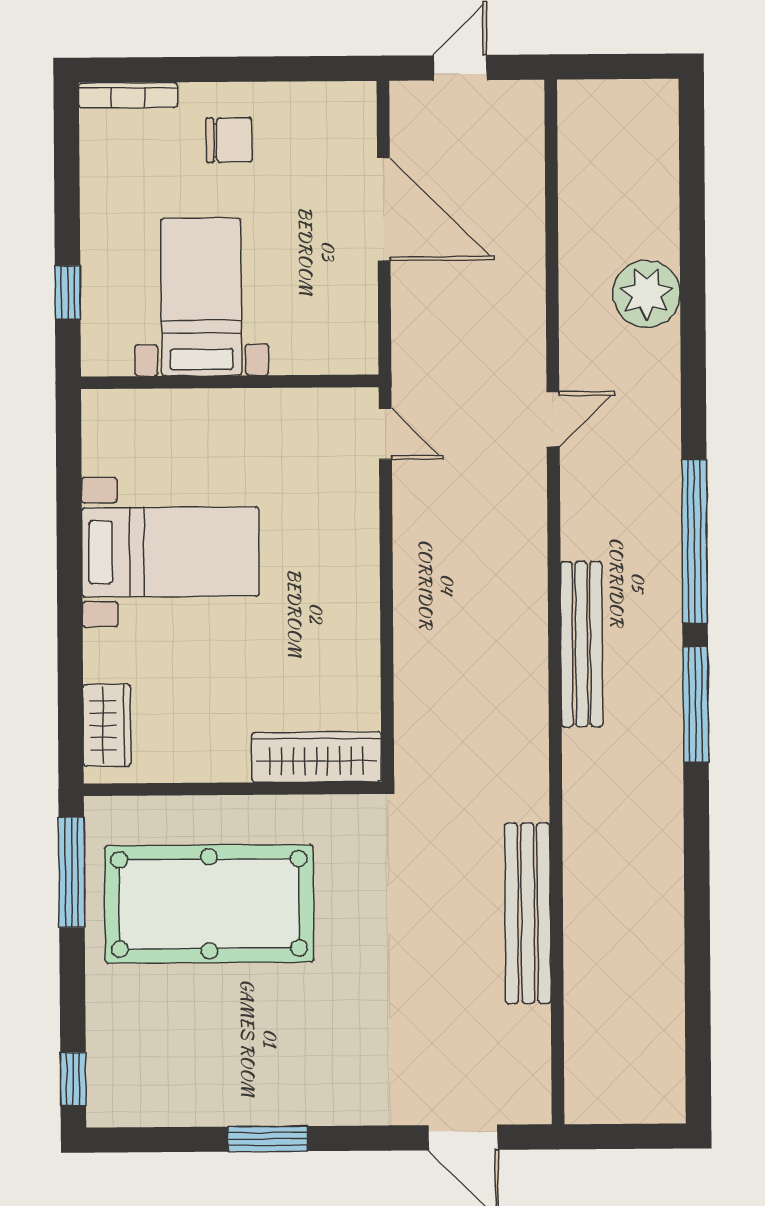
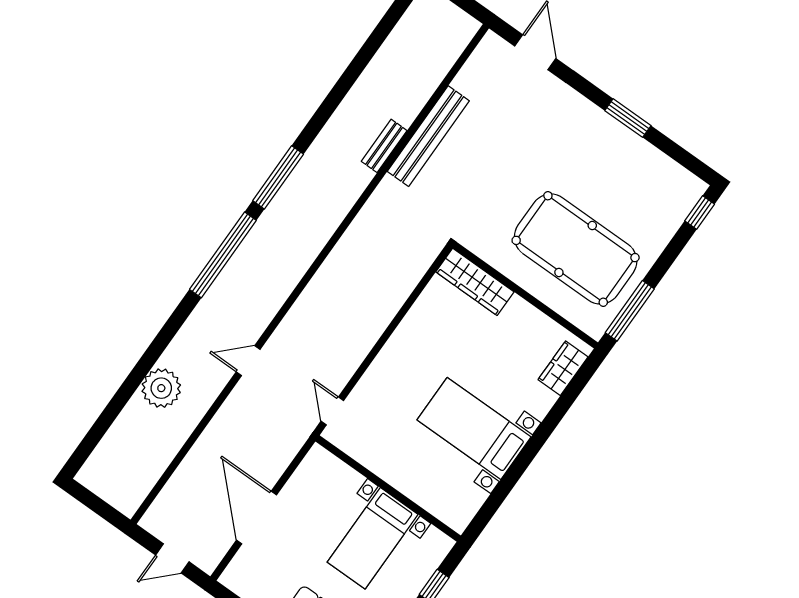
bench: (582, 644) -> (384, 146), moved, width x0.54, depth x0.82

